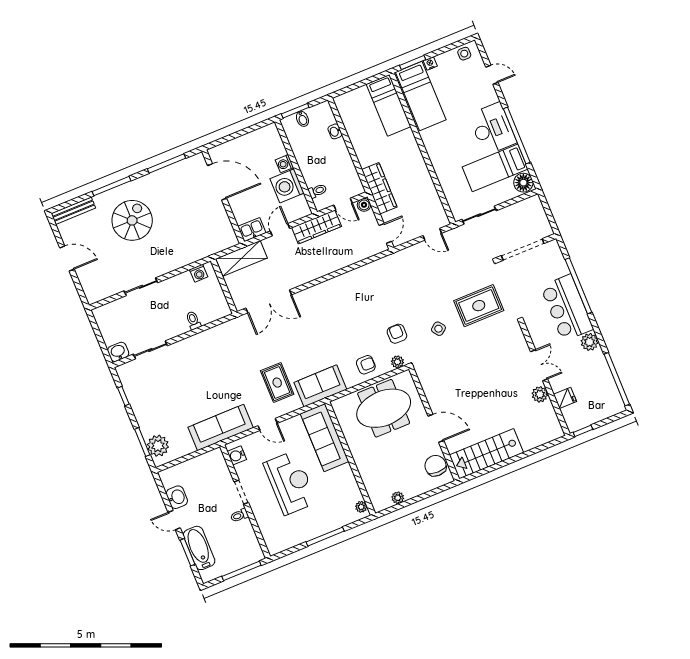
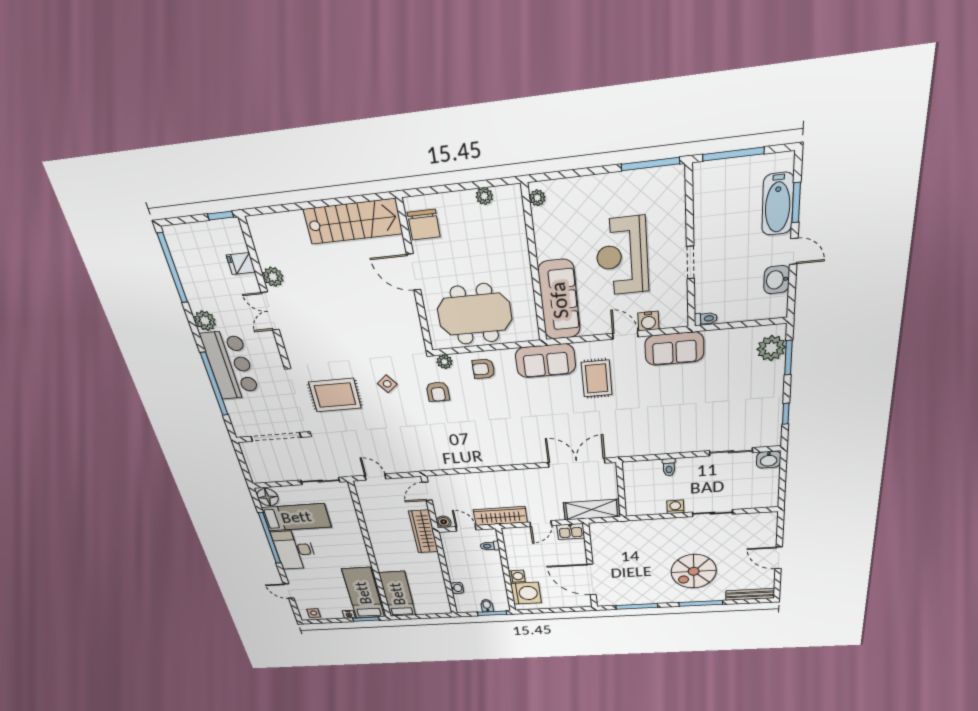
washing machine: (287, 186) -> (526, 593), moved
washing machine: (199, 273) -> (675, 507), moved
sofa: (221, 427) -> (674, 349), width x0.73
water cooler: (237, 455) -> (648, 321), moved, turned 90
toilet: (239, 515) -> (706, 319), moved
window: (325, 537) -> (650, 164), moved

